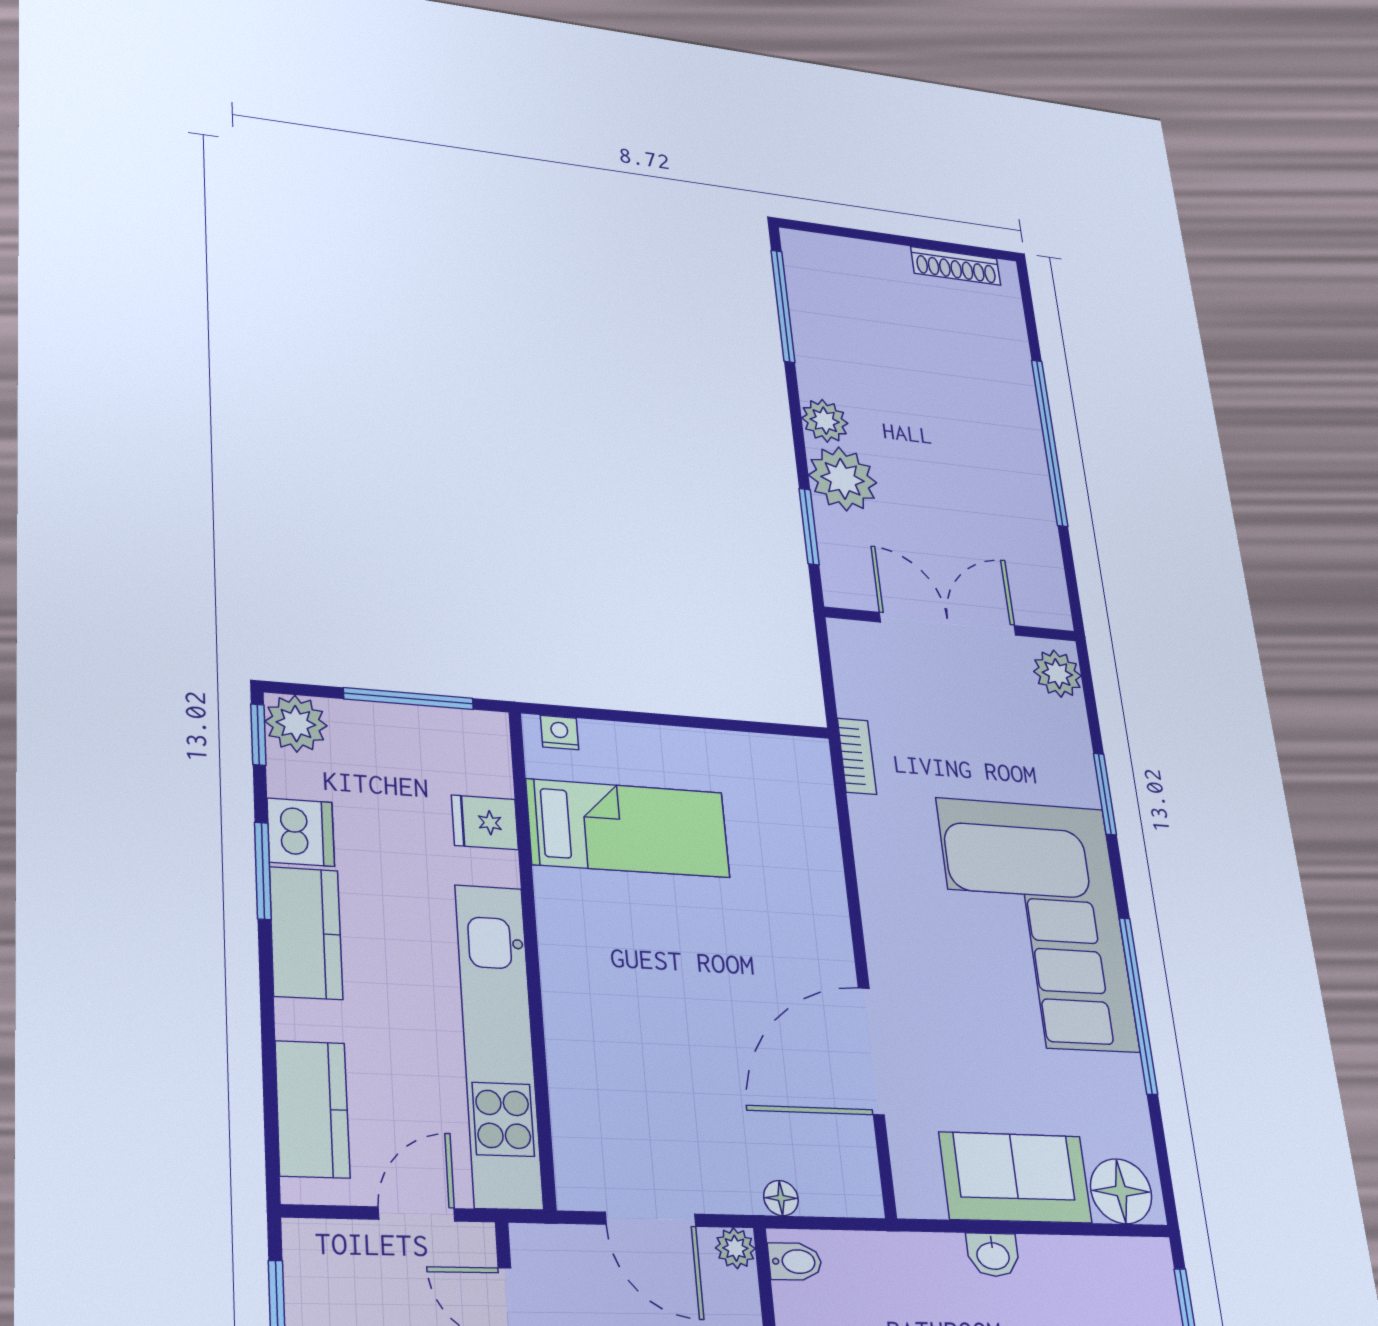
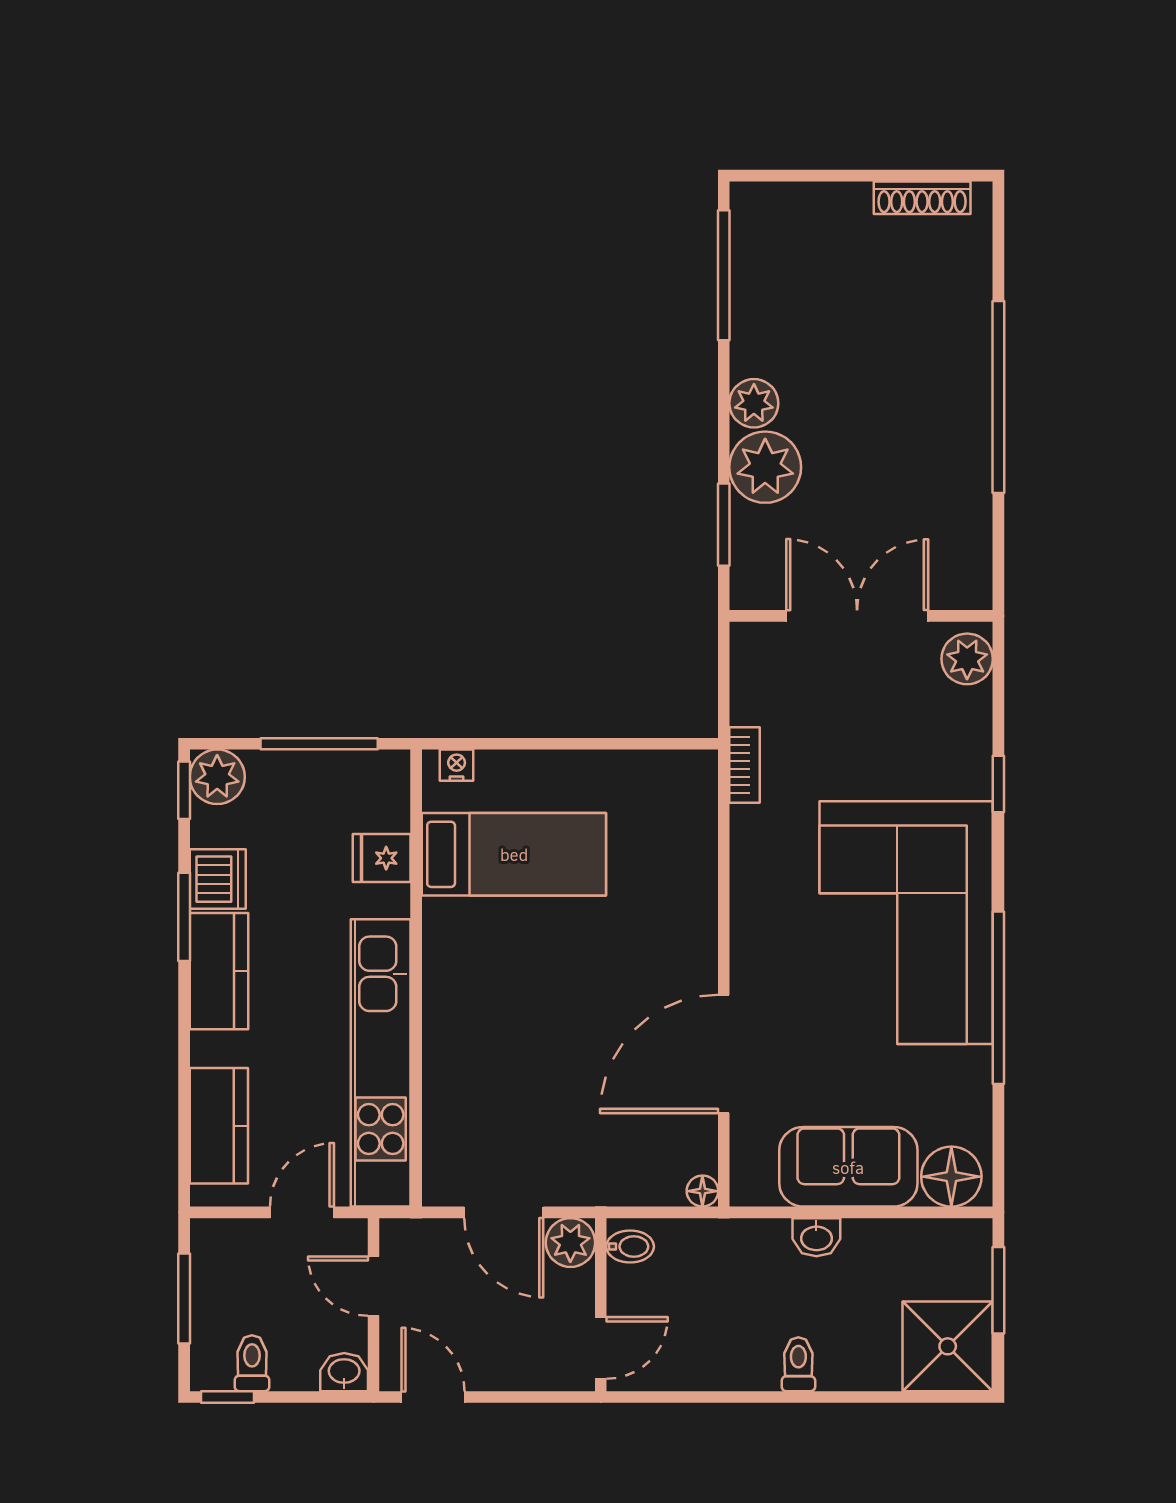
window: (1105, 794) -> (998, 784), width x0.67
floor lamp: (781, 1198) -> (702, 1191), moved
plant: (735, 1248) -> (570, 1243), width x1.38, depth x1.38

